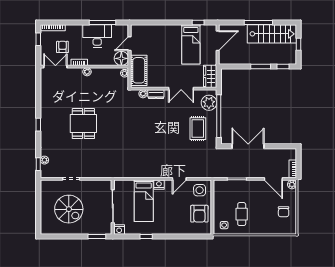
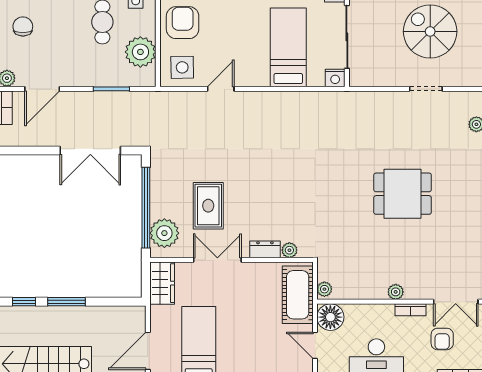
door: (130, 44) -> (315, 345), swing flipped
dining table: (83, 124) -> (403, 194), turned 90
rug: (198, 129) -> (208, 206), moved
door: (273, 179) -> (42, 89), swing flipped
nightstand: (159, 185) -> (335, 78), moved
plant: (222, 198) -> (140, 52), added

